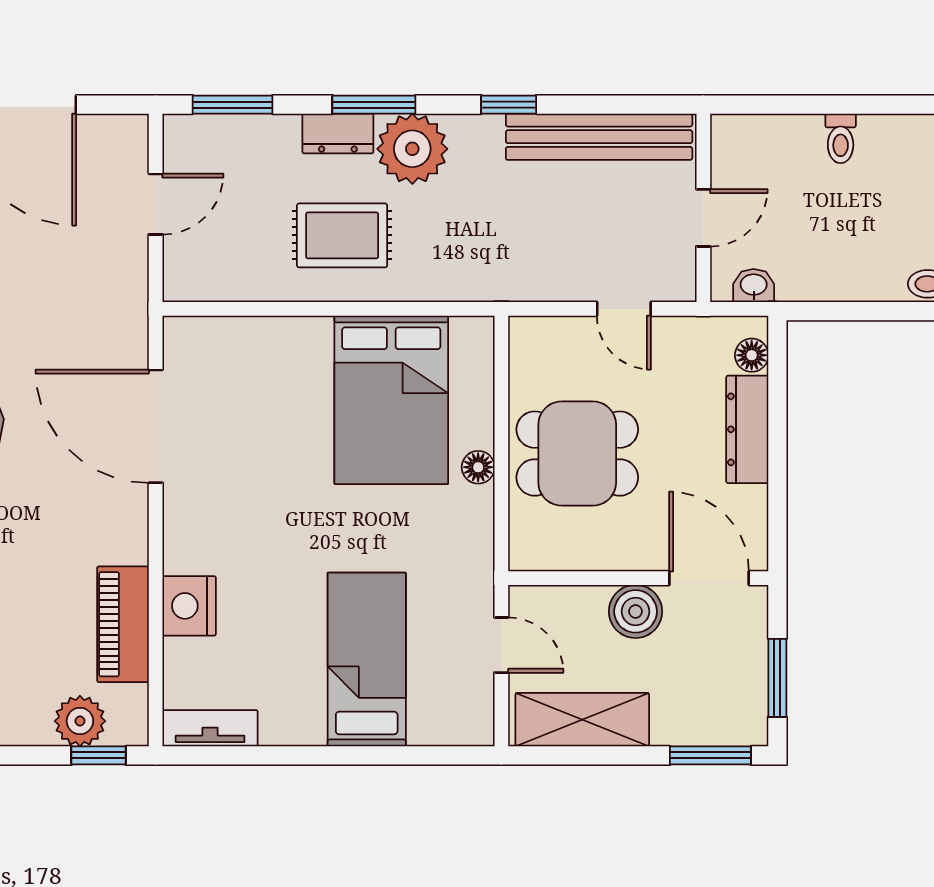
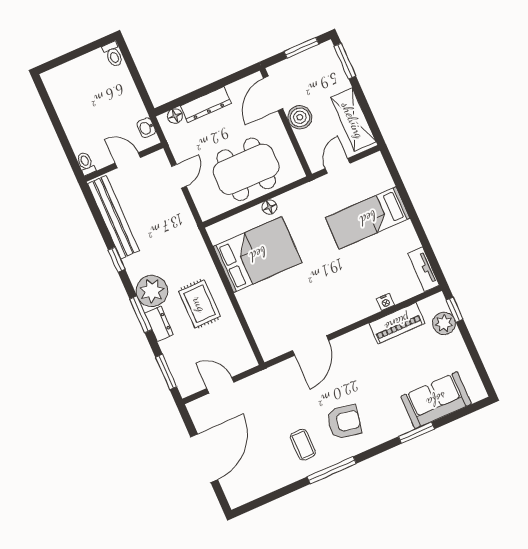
toilet: (841, 138) -> (86, 163), moved, turned -90
door: (156, 426) -> (311, 345), width x0.73
dining table: (577, 454) -> (246, 169), width x1.38
nightstand: (189, 606) -> (385, 302), width x0.53, depth x0.56

